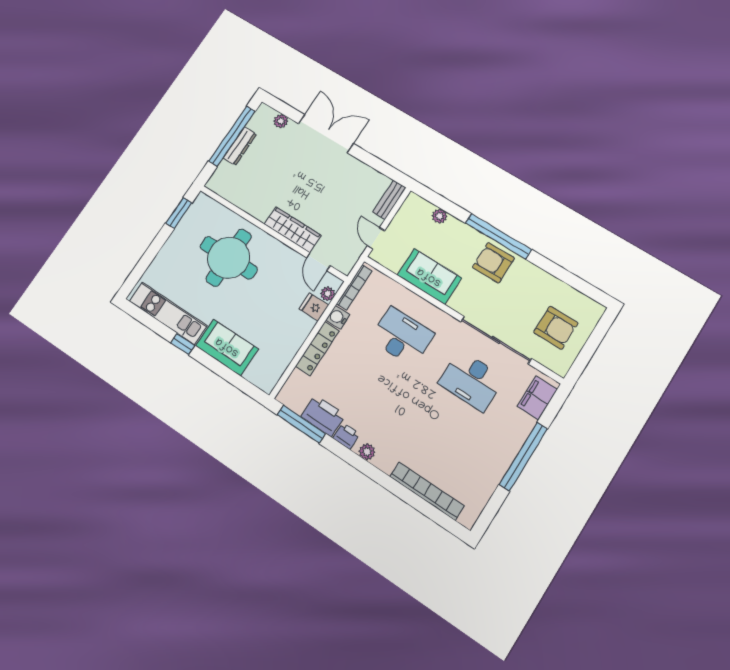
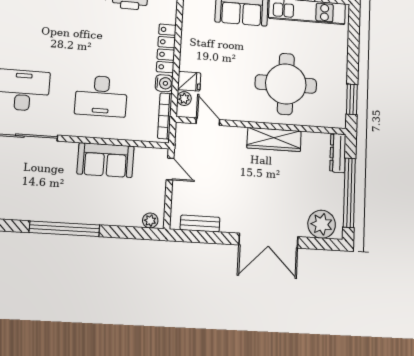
plant: (281, 121) -> (322, 224), width x1.88, depth x1.88
dresser: (240, 146) -> (338, 153), moved
bench: (389, 200) -> (200, 224), moved, turned 90
plant: (439, 216) -> (150, 221), moved
wardrobe: (293, 230) -> (274, 139), moved
armchair: (493, 263) -> (57, 202), removed

